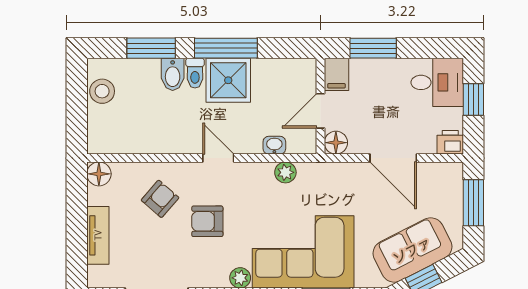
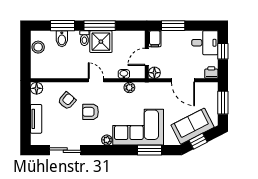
bidet: (173, 74) -> (62, 39), moved

